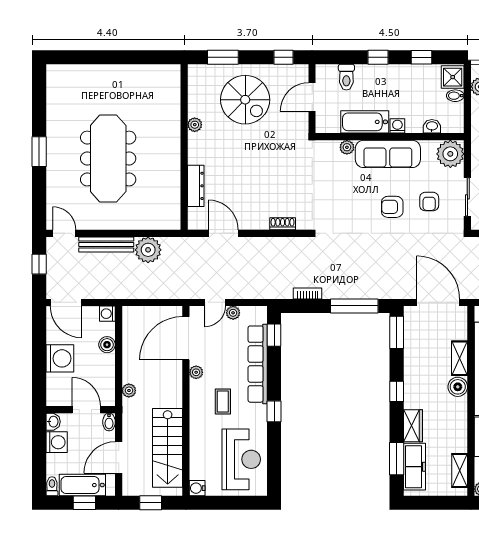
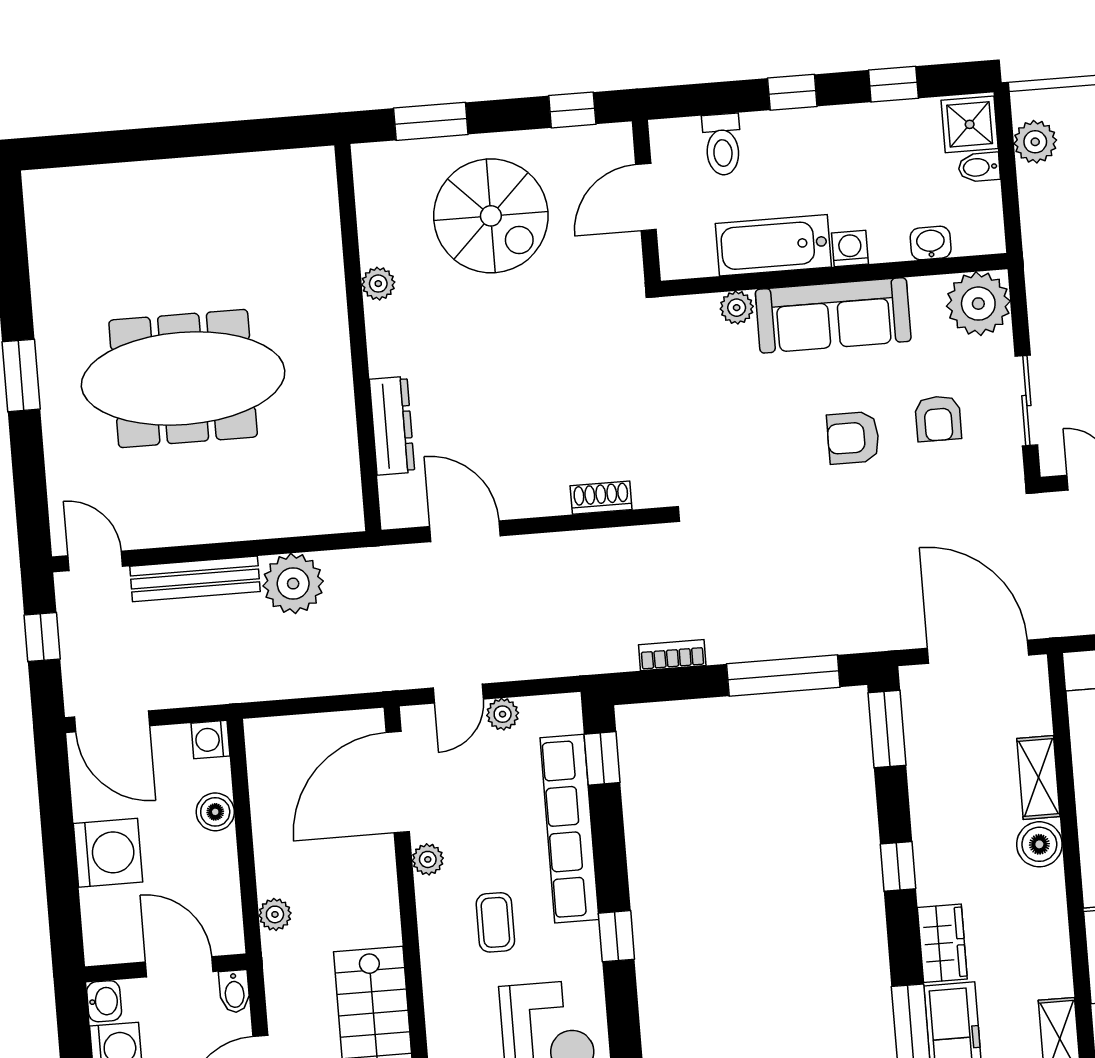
meeting table: (108, 159) -> (183, 378), turned 90

